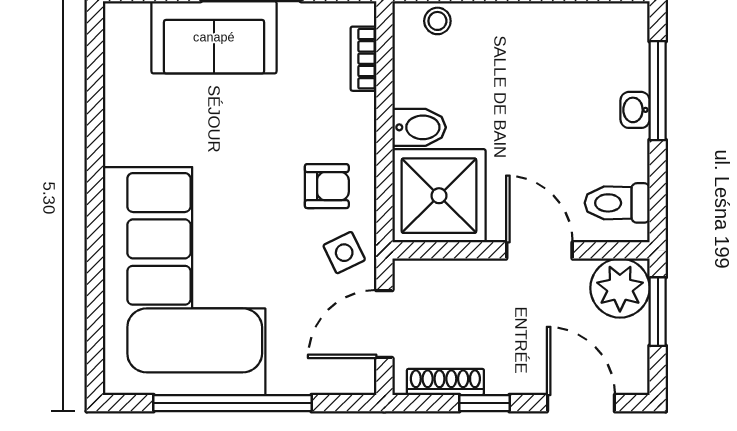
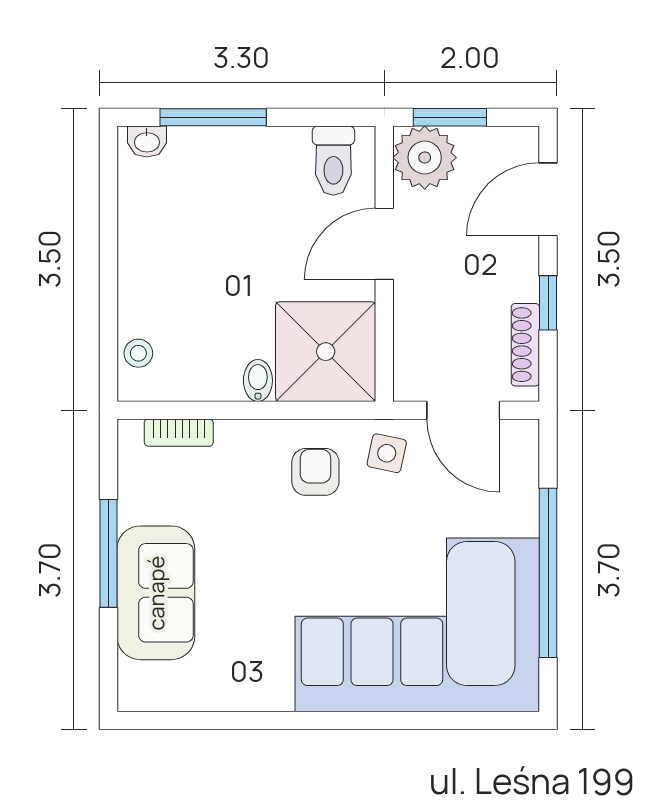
washbasin: (635, 110) -> (147, 141), moved
bidet: (419, 127) -> (258, 380), width x0.72, depth x0.74
side table: (344, 253) -> (387, 453), turned 38

